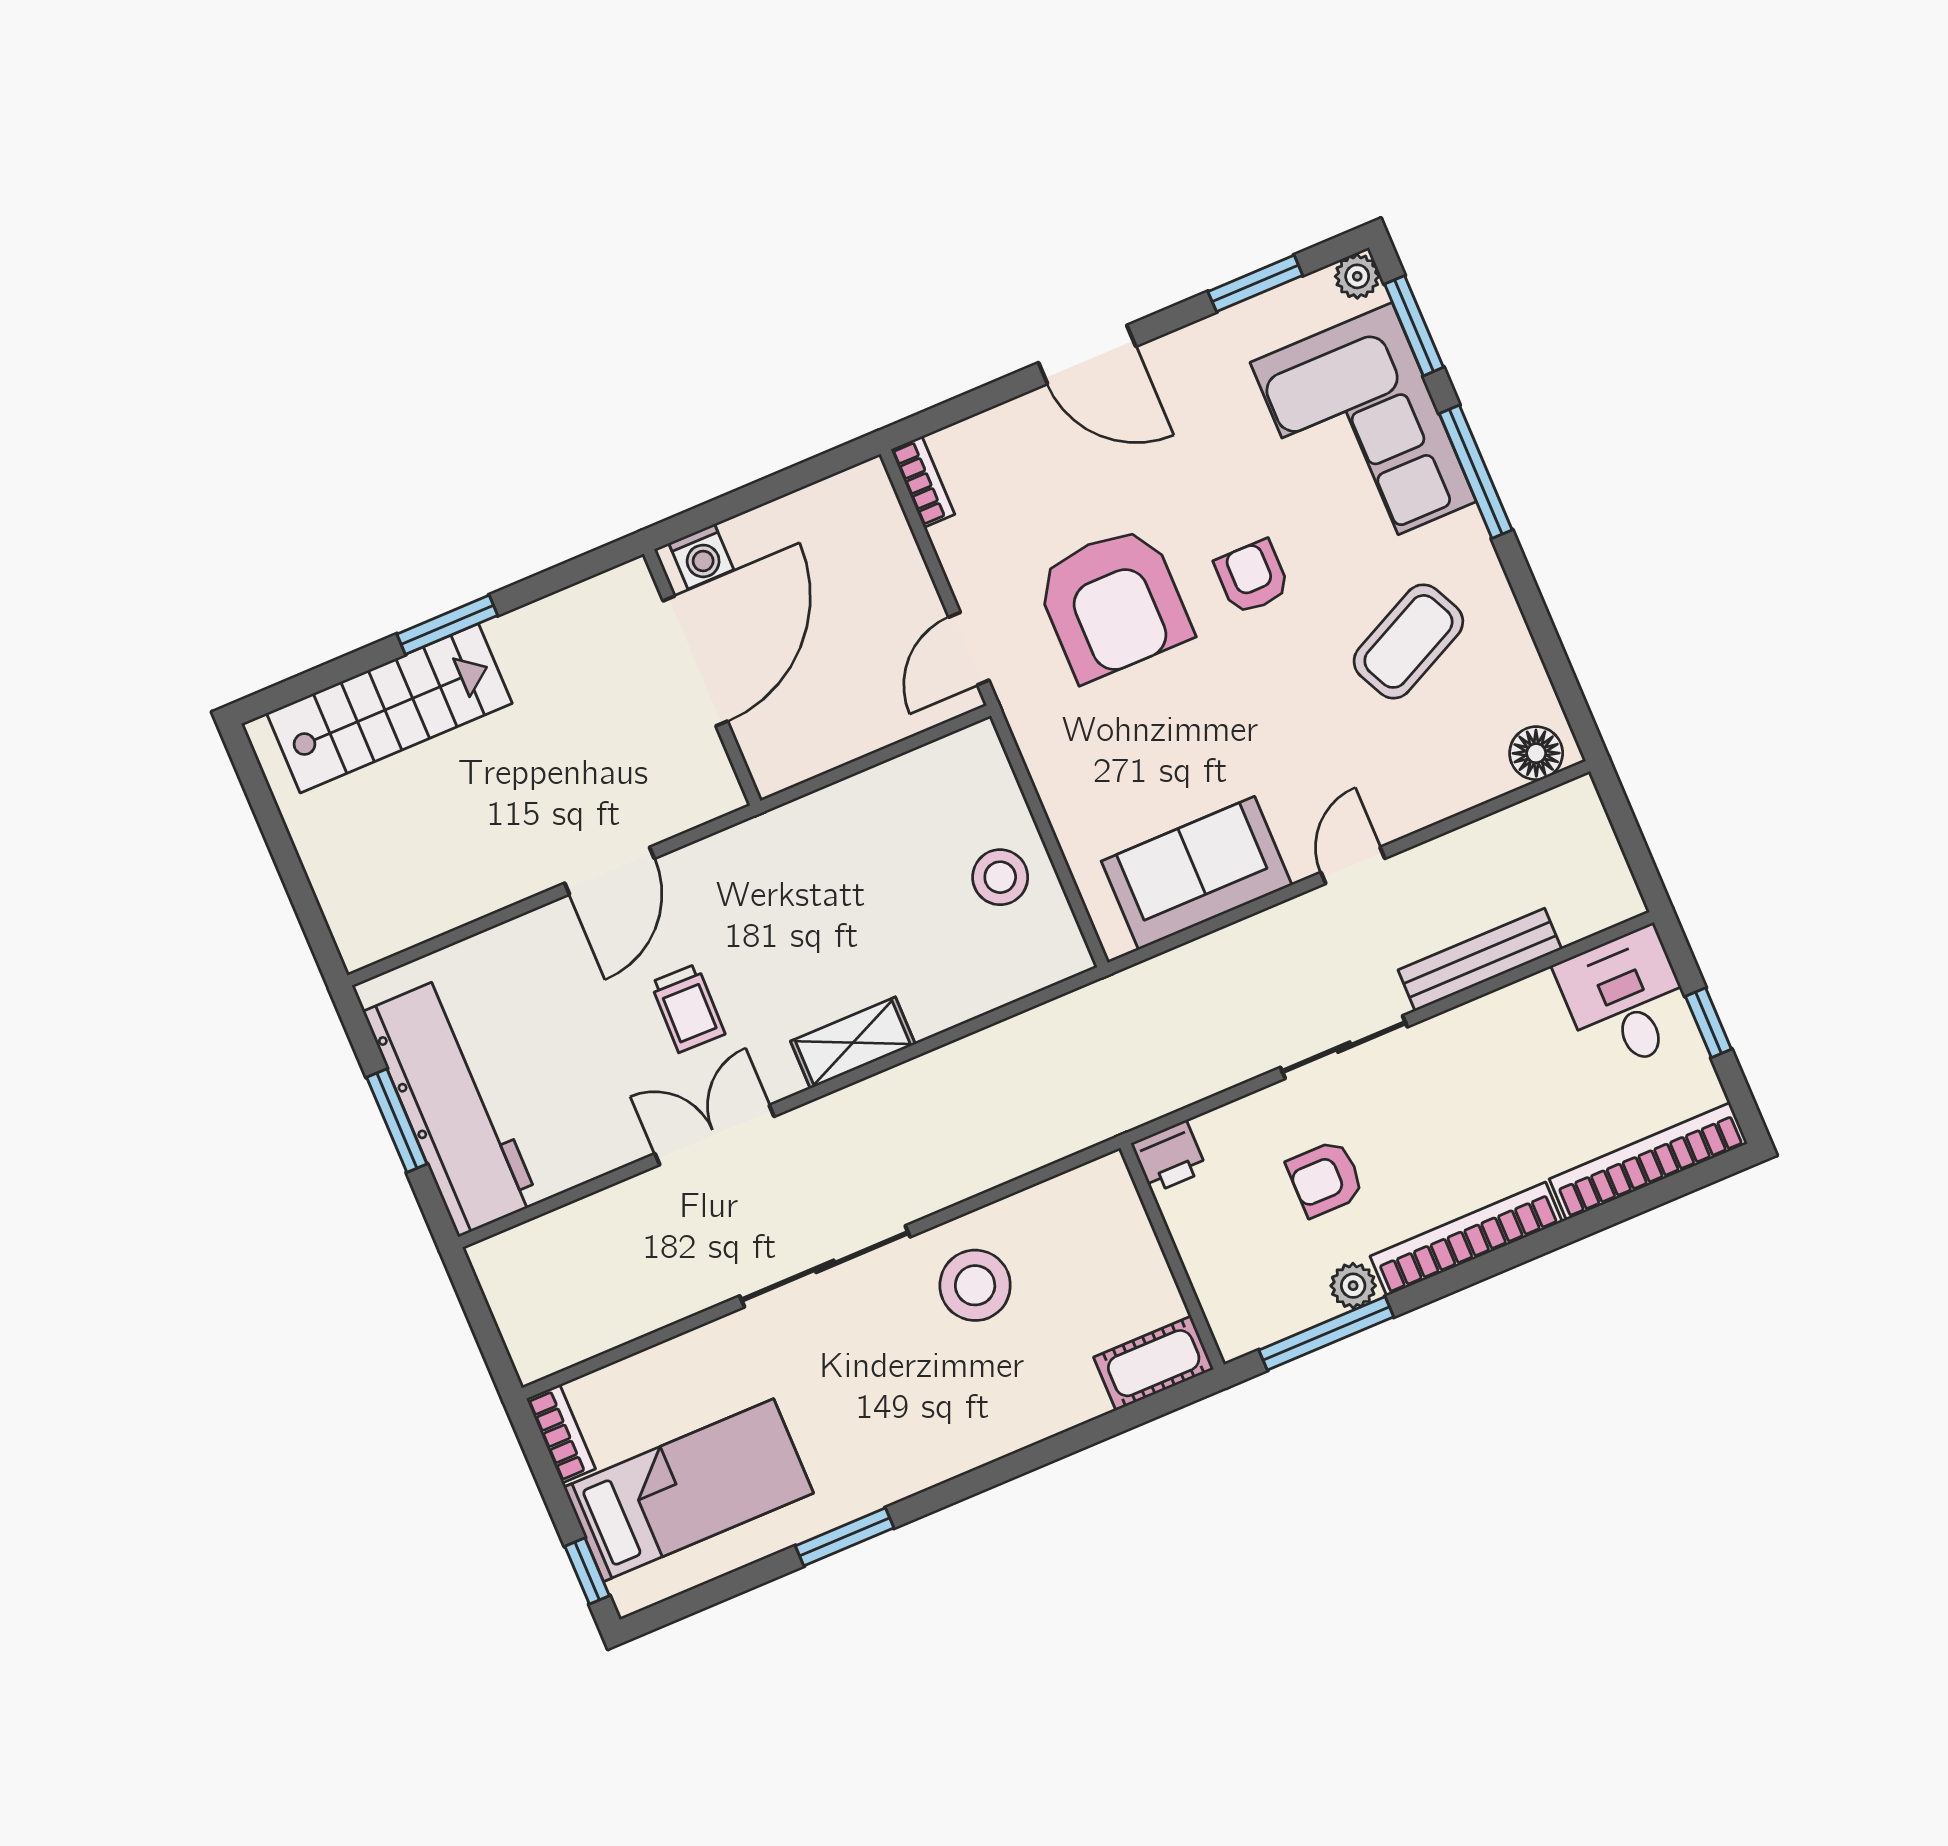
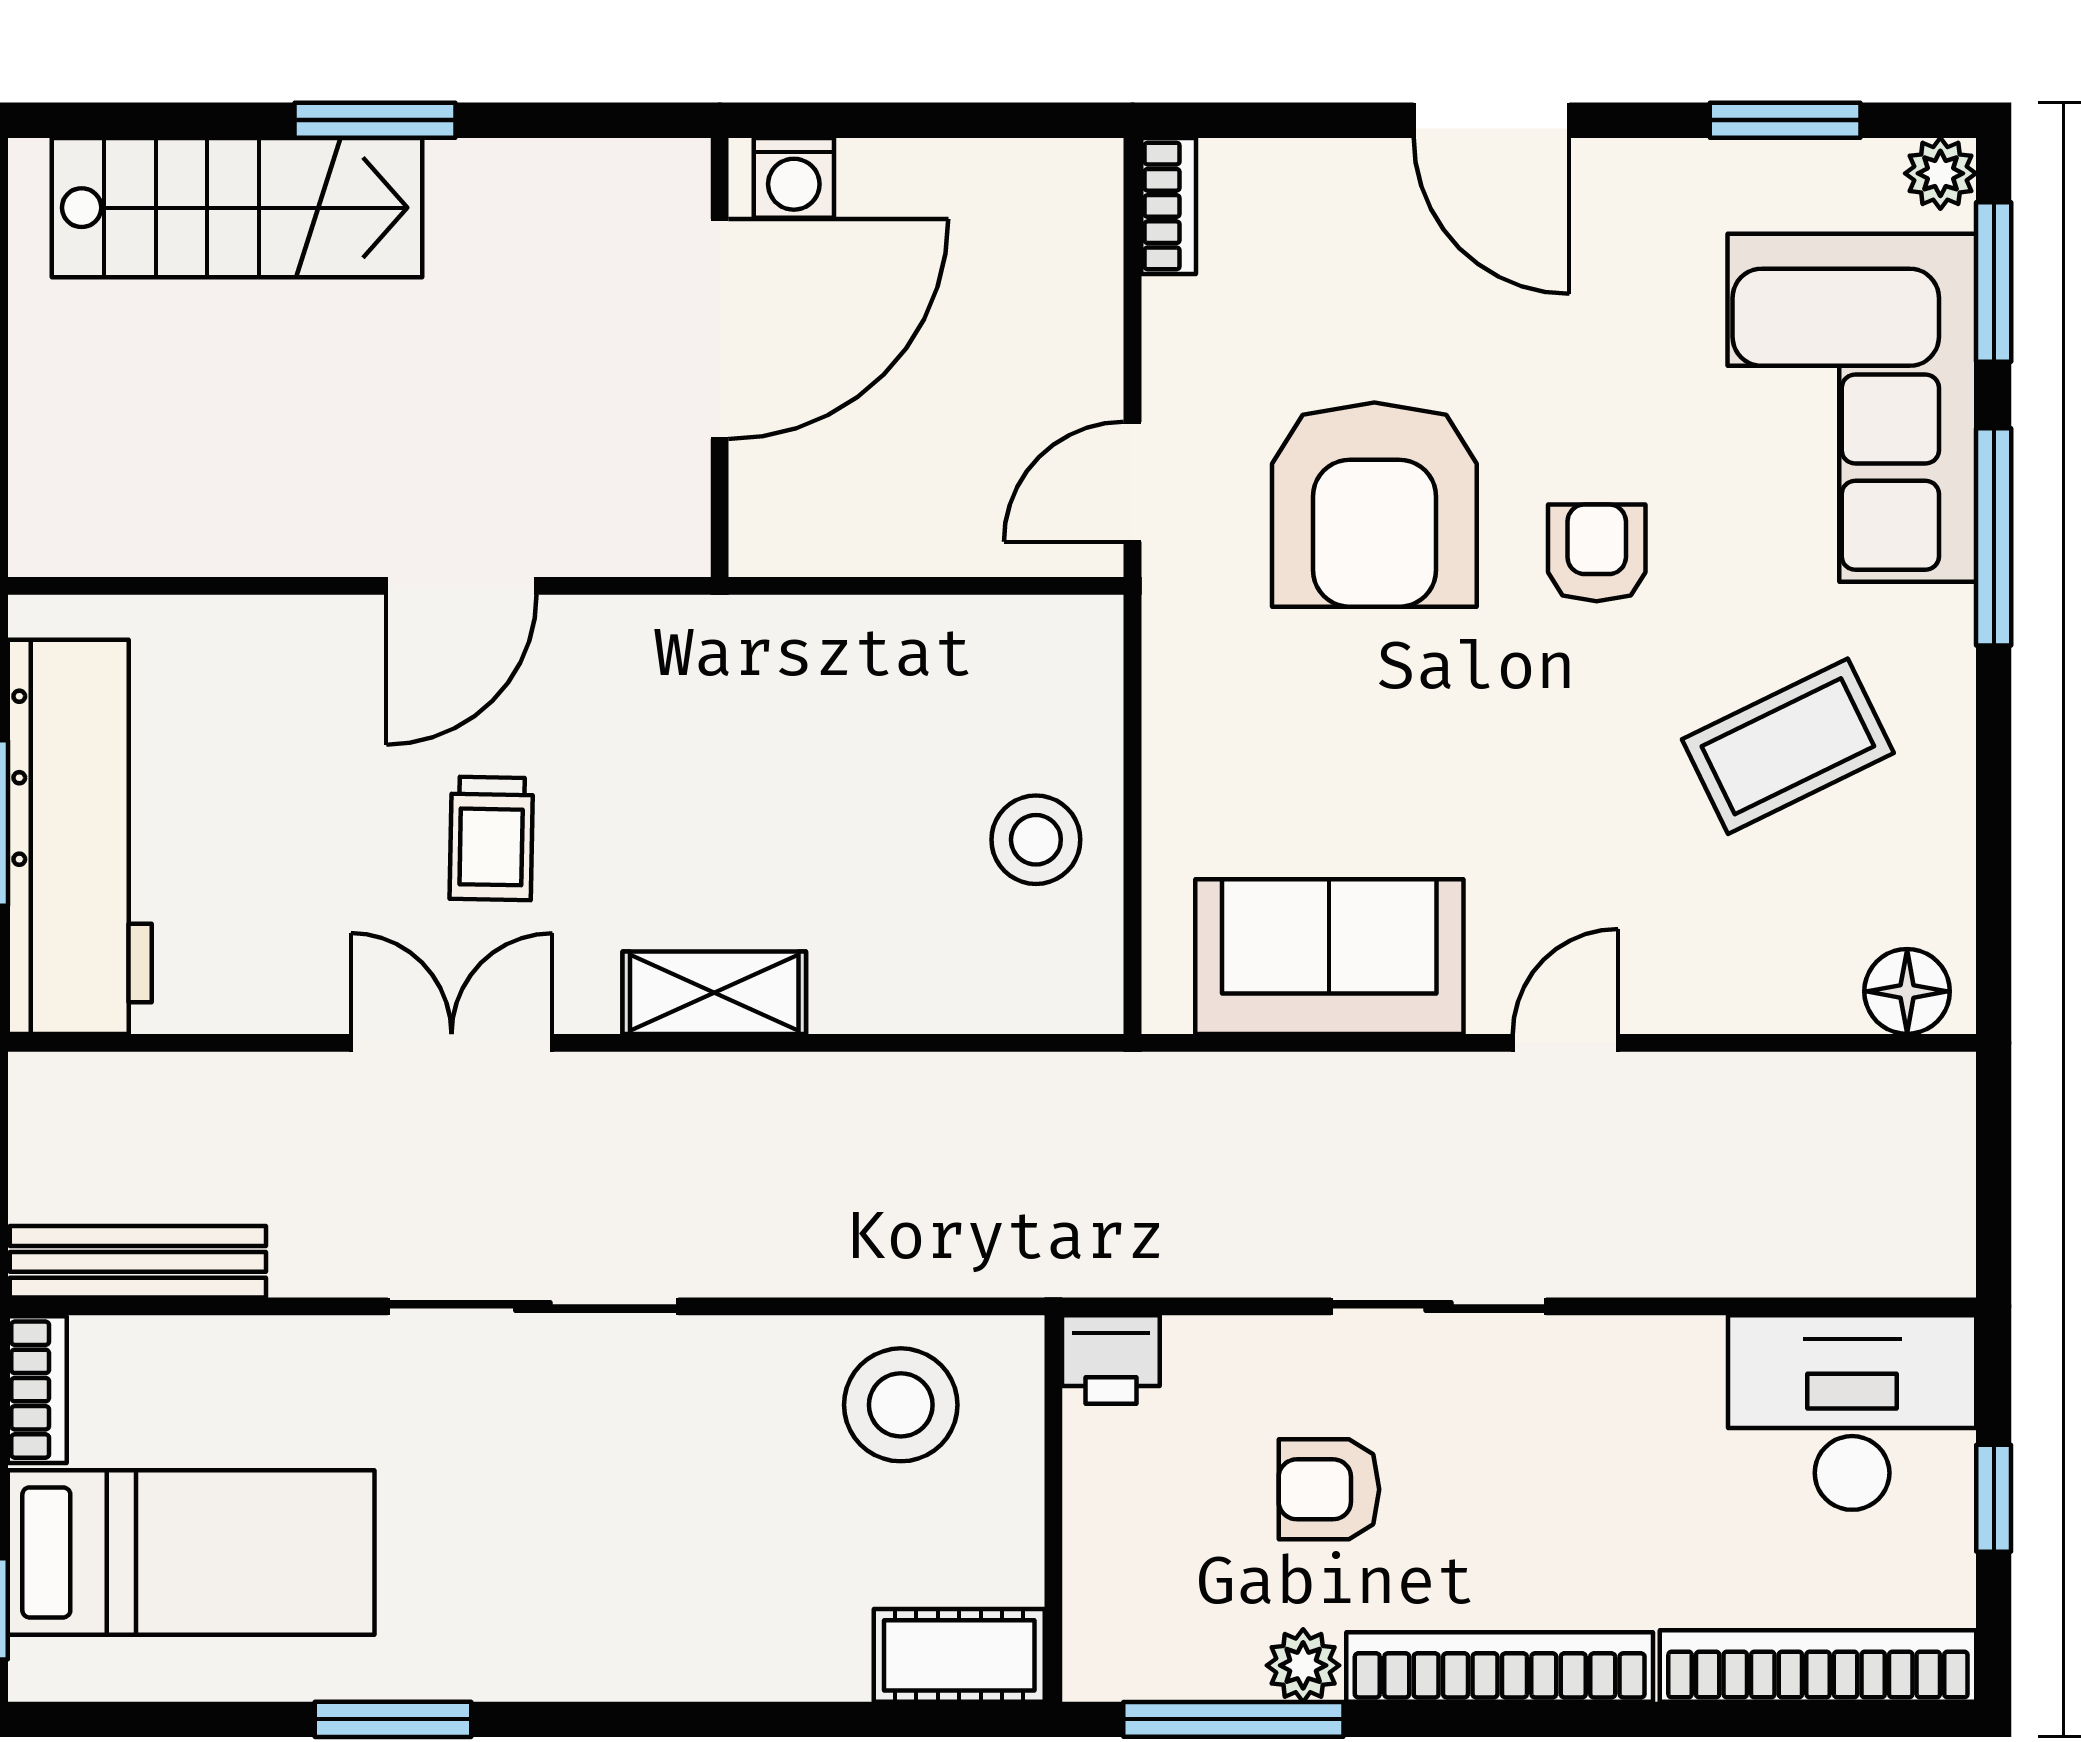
bench: (1480, 960) -> (138, 1262), moved
desk: (1626, 1000) -> (1852, 1413), width x1.37
stool: (975, 1285) -> (901, 1405), moved

